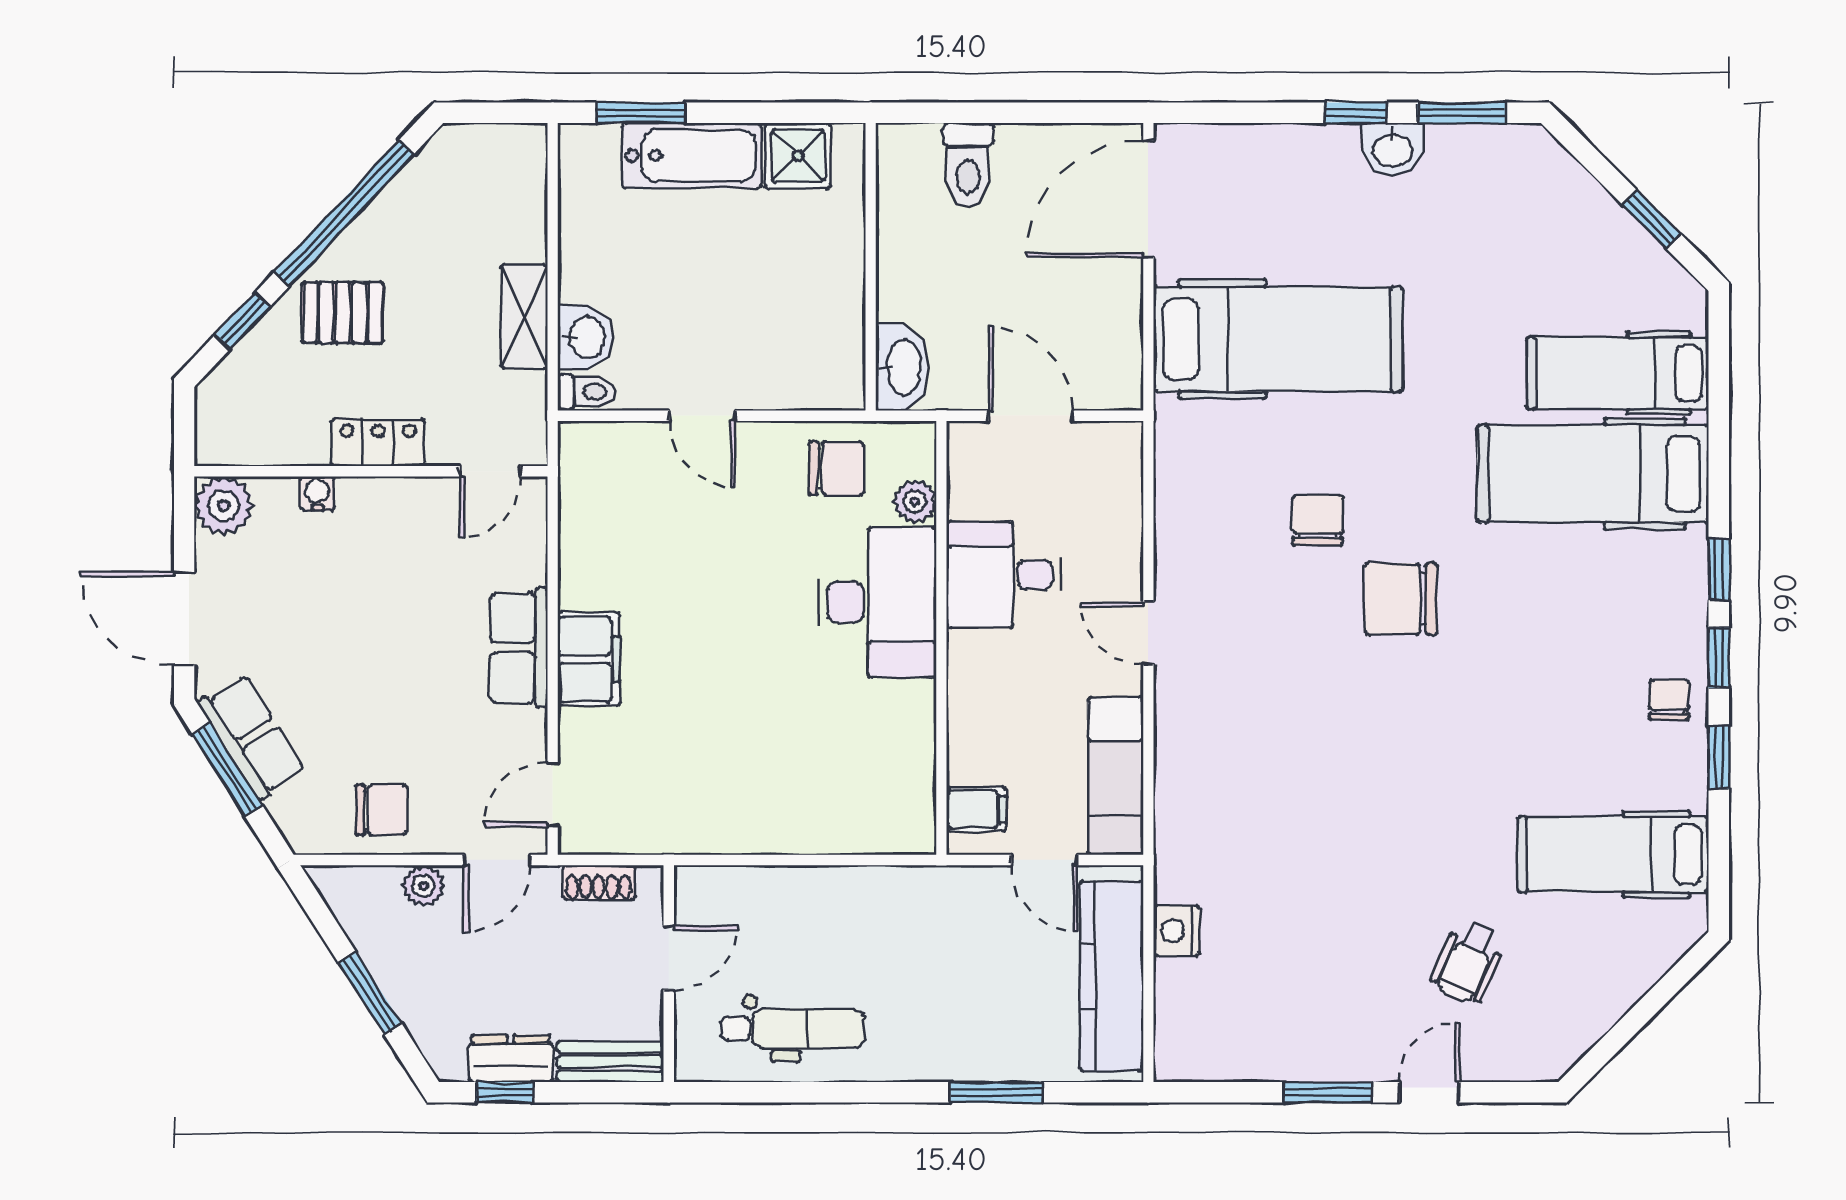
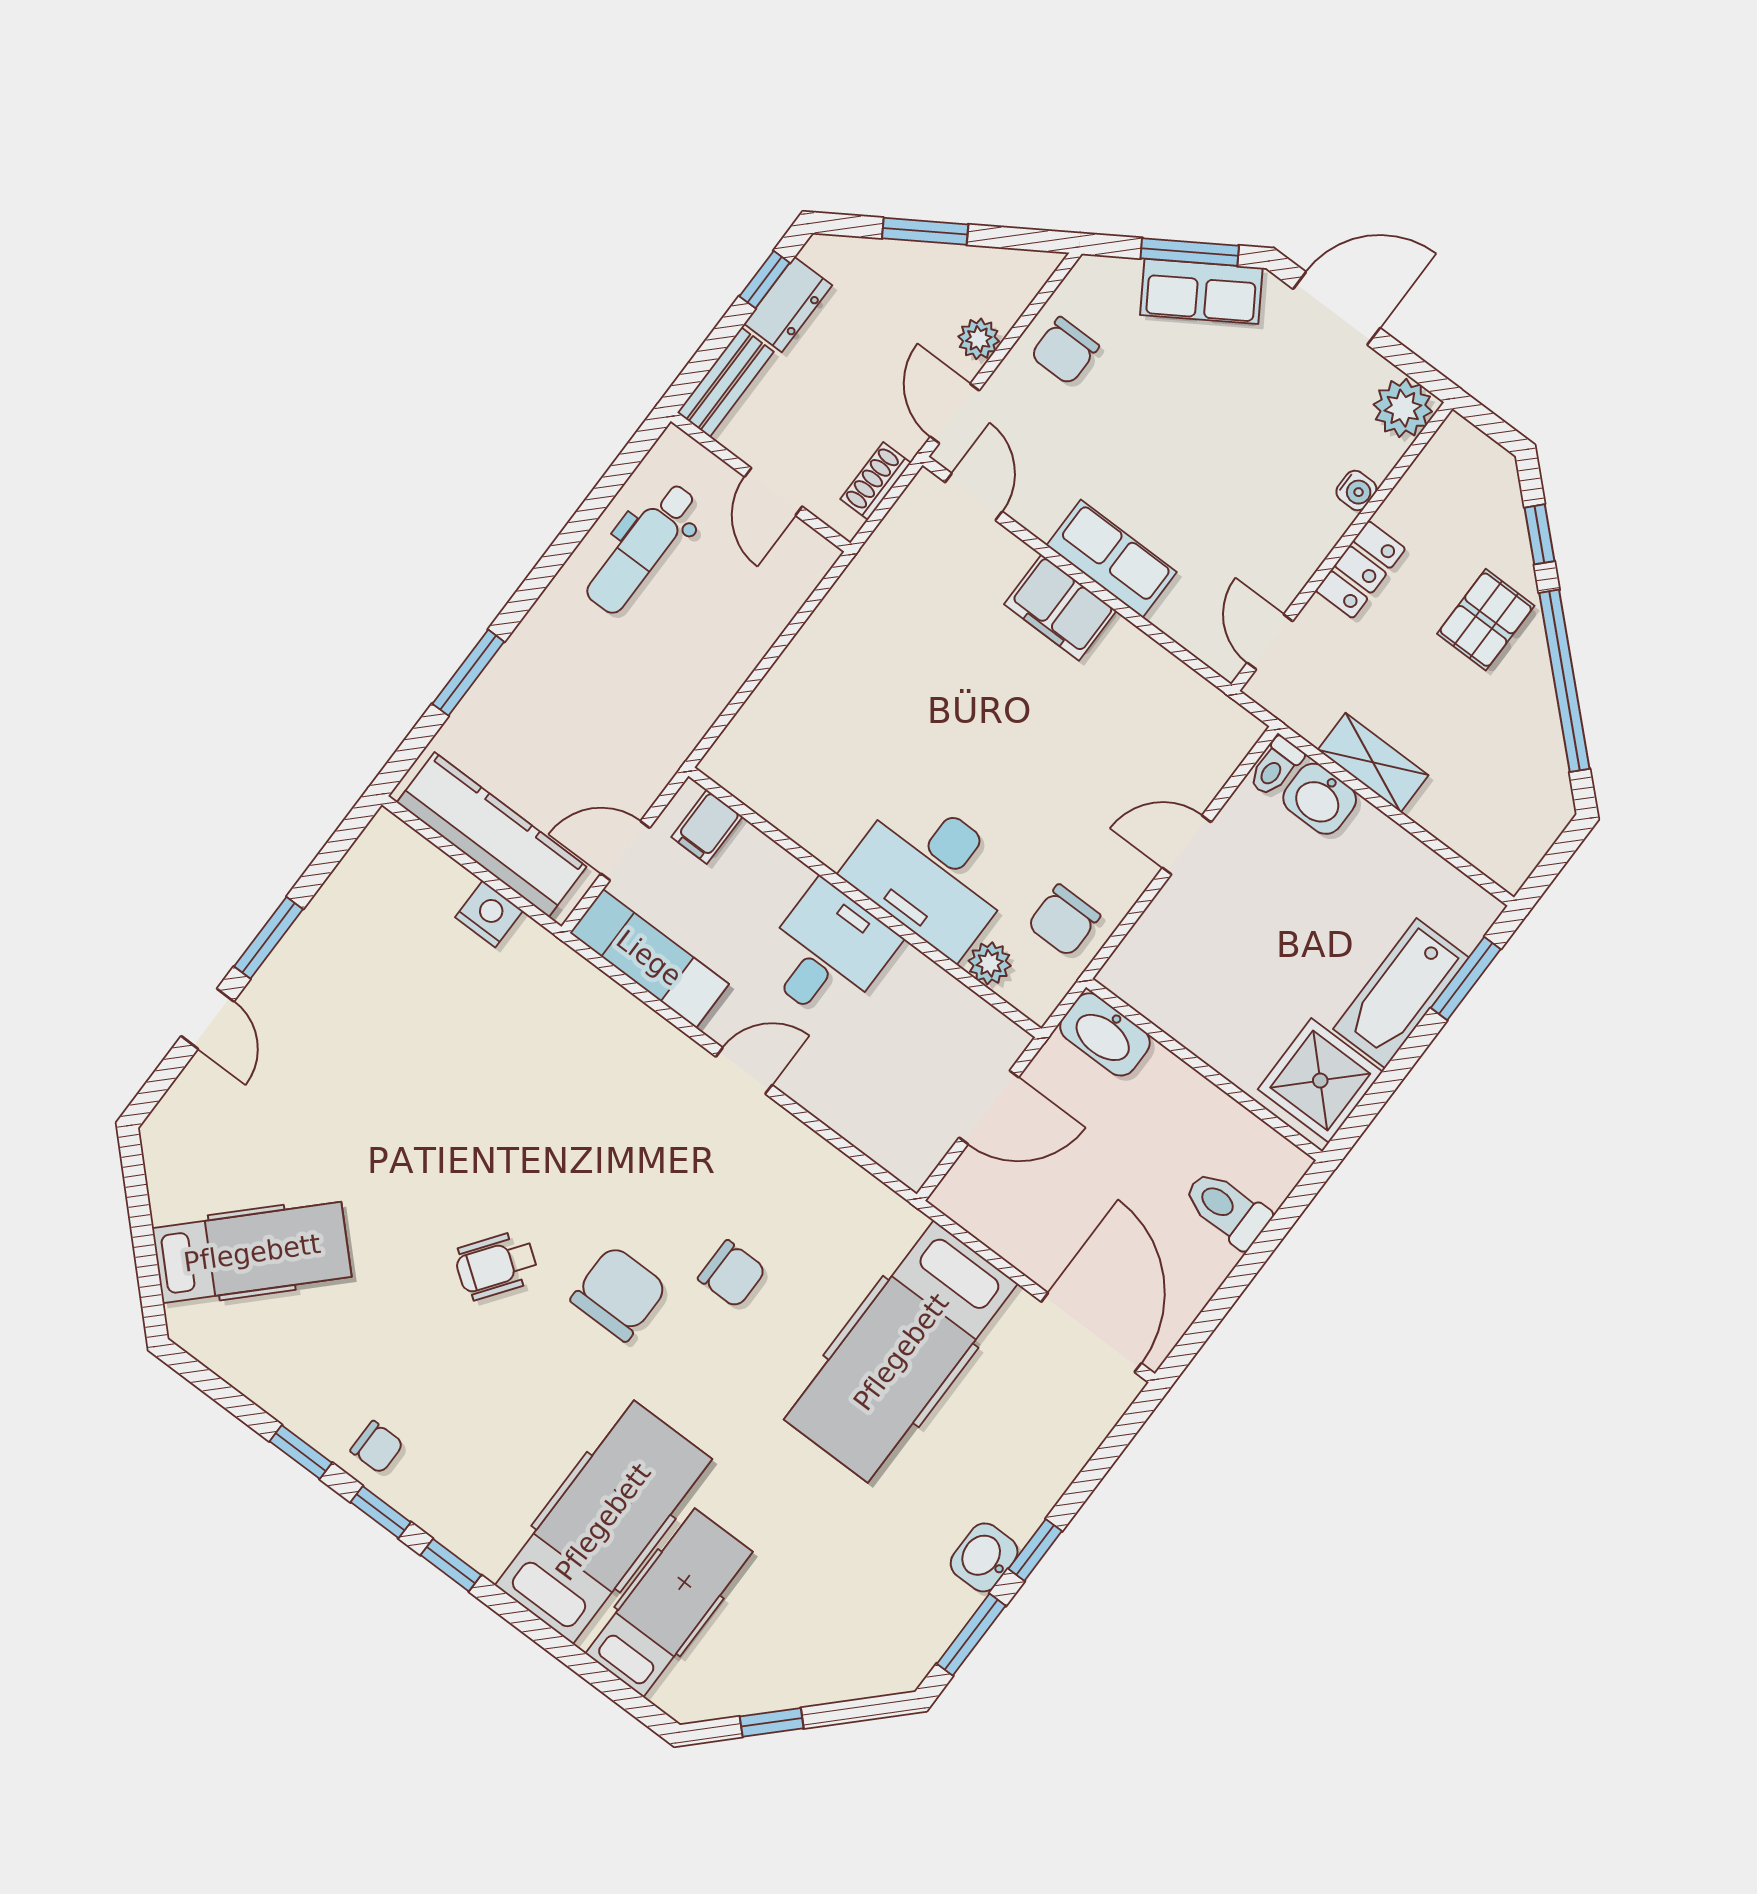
shower: (798, 156) -> (1320, 1081), width x1.36, depth x1.36
desk: (1004, 575) -> (828, 953), moved
hospital bed: (1613, 855) -> (252, 1253), moved, turned 45
wheelchair: (1468, 962) -> (496, 1265), moved, turned -78

